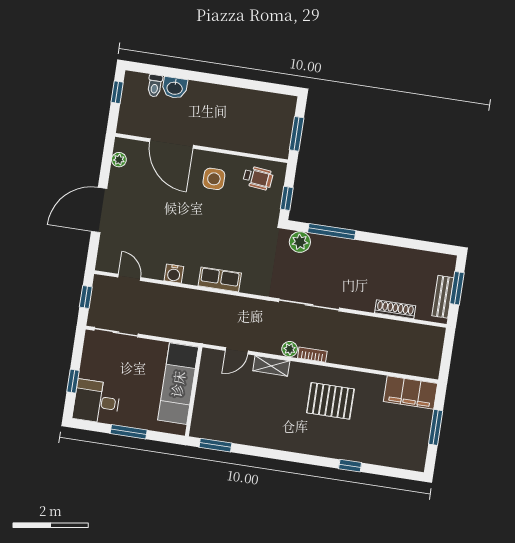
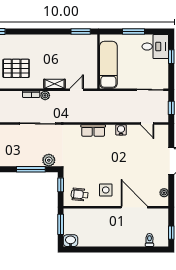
washbasin: (175, 88) -> (71, 241), moved

